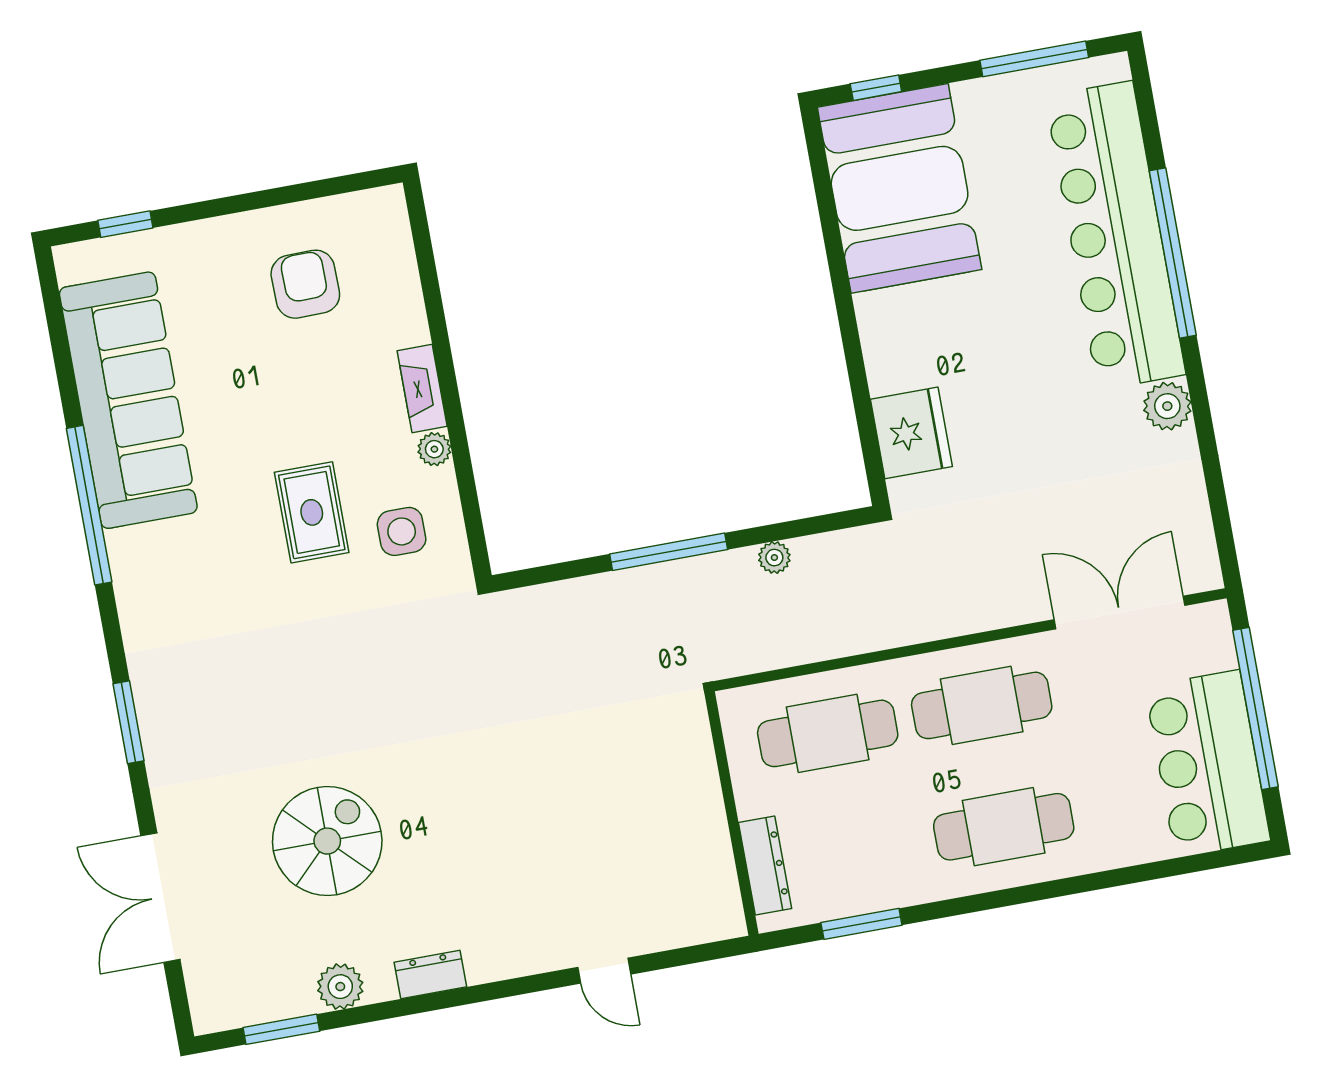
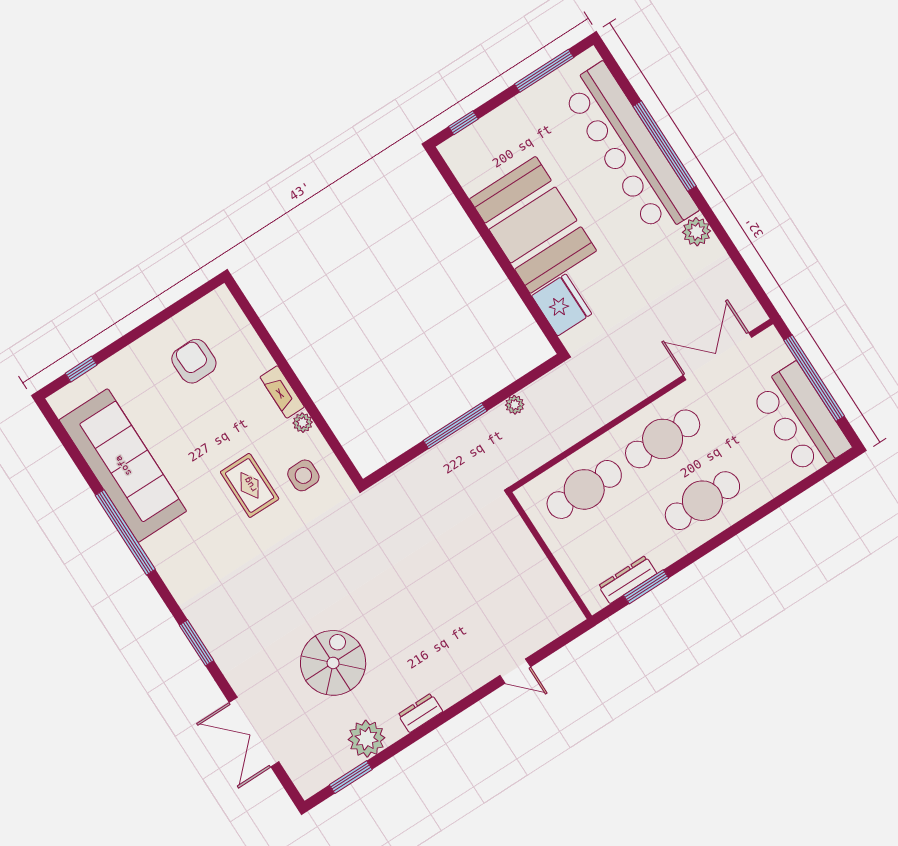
booth: (900, 188) -> (533, 225), moved
dresser: (765, 865) -> (628, 580), moved, turned -90
plant: (340, 987) -> (367, 739), width x1.36, depth x1.36

